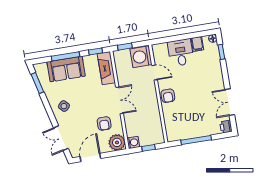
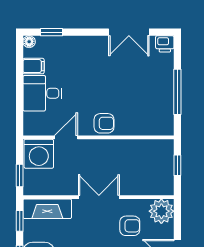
washing machine: (133, 142) -> (165, 187), removed

